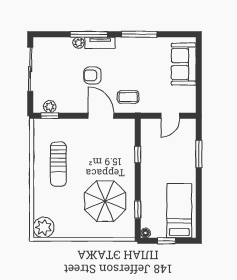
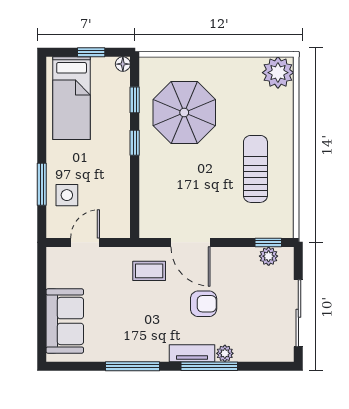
side table: (182, 147) -> (67, 195), added
window: (138, 155) -> (135, 143), moved

